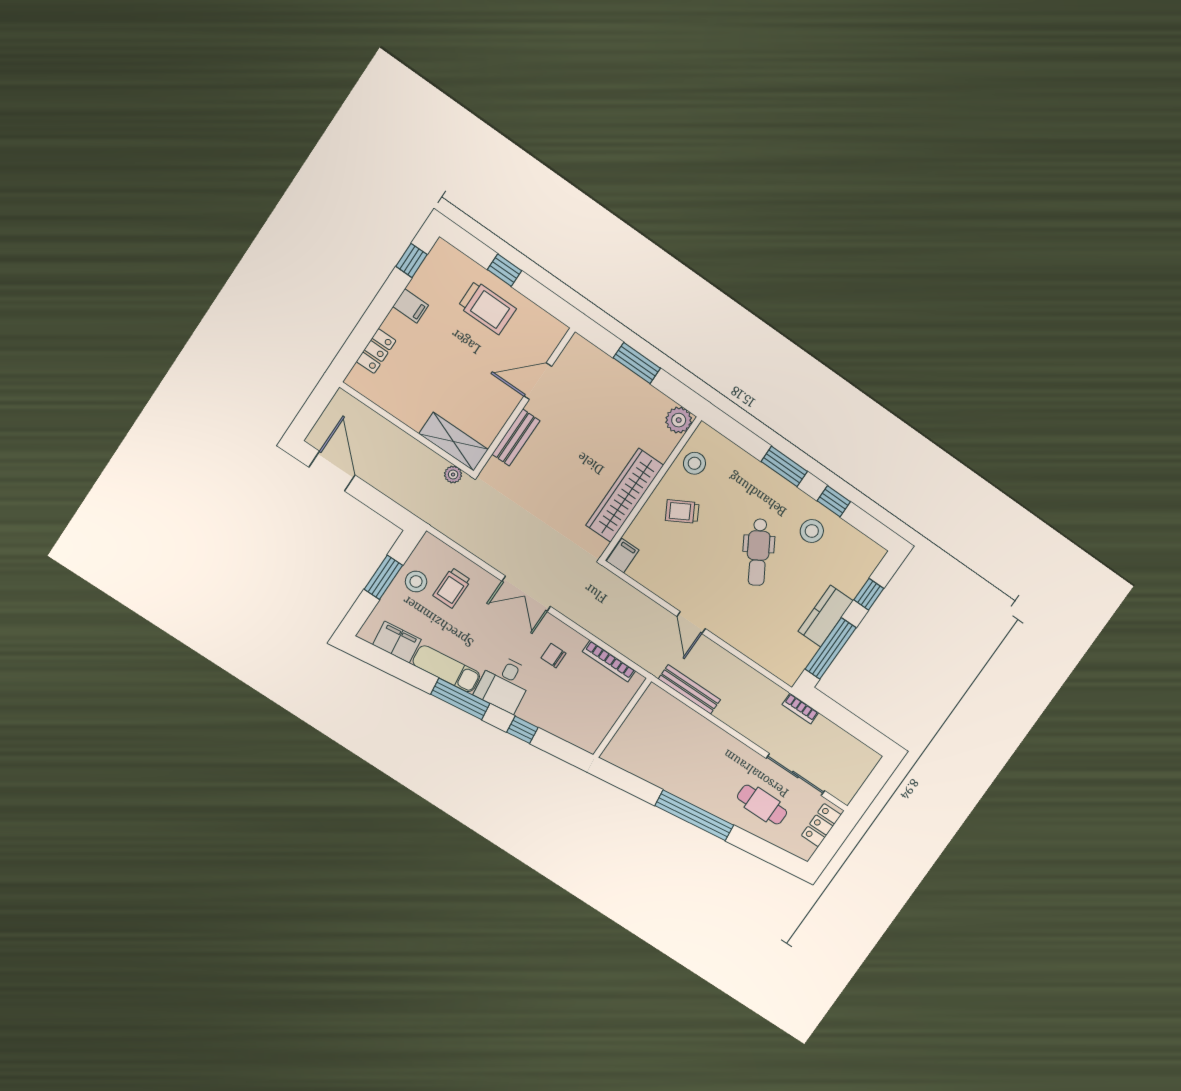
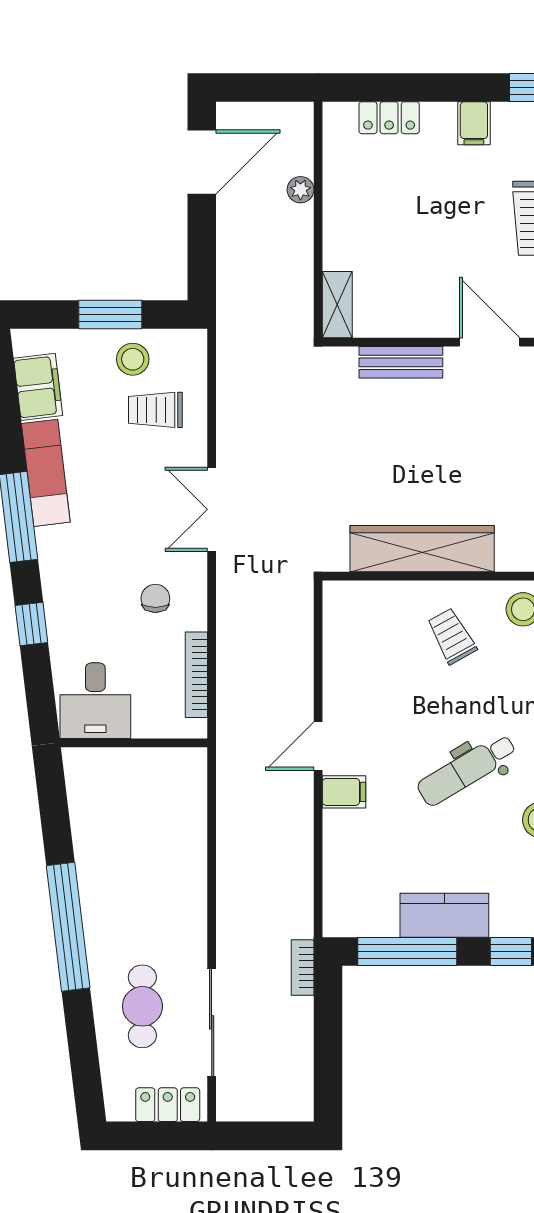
shelving: (454, 442) -> (337, 305), width x0.67, depth x0.75
plant: (453, 475) -> (300, 190), moved
filing cabinet: (623, 556) -> (344, 792), moved
desk: (504, 684) -> (95, 701), moved, turned -83
bench: (689, 689) -> (230, 804), removed

